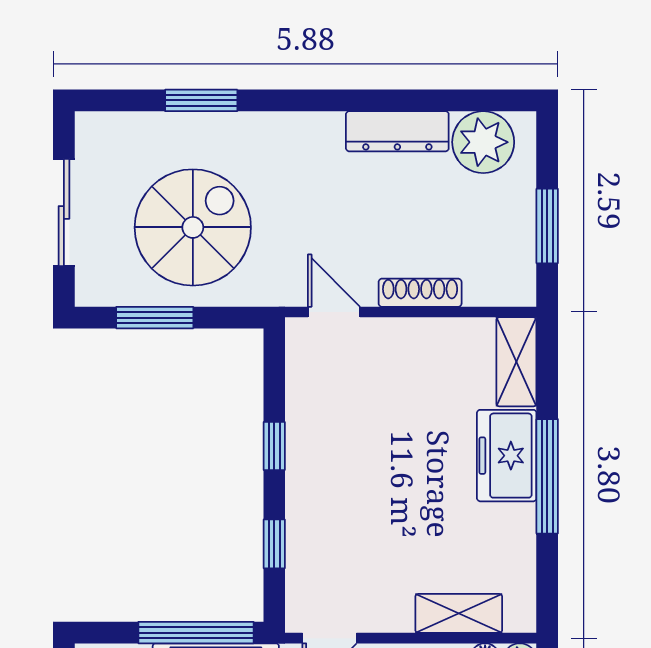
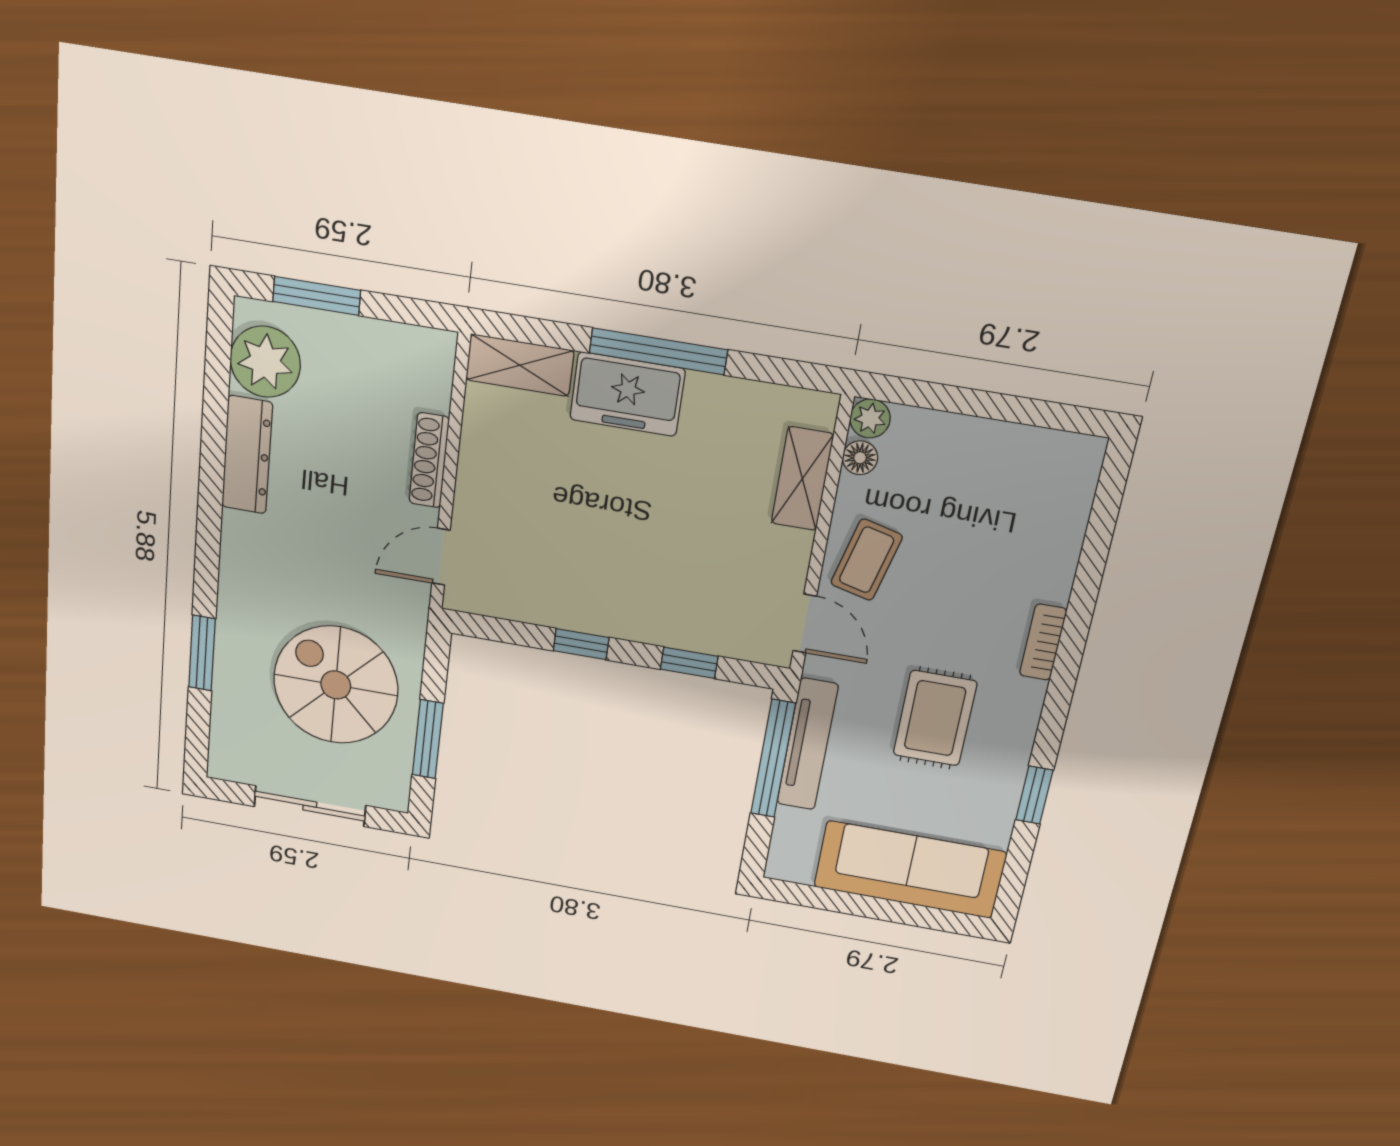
window: (547, 226) -> (317, 296), moved

